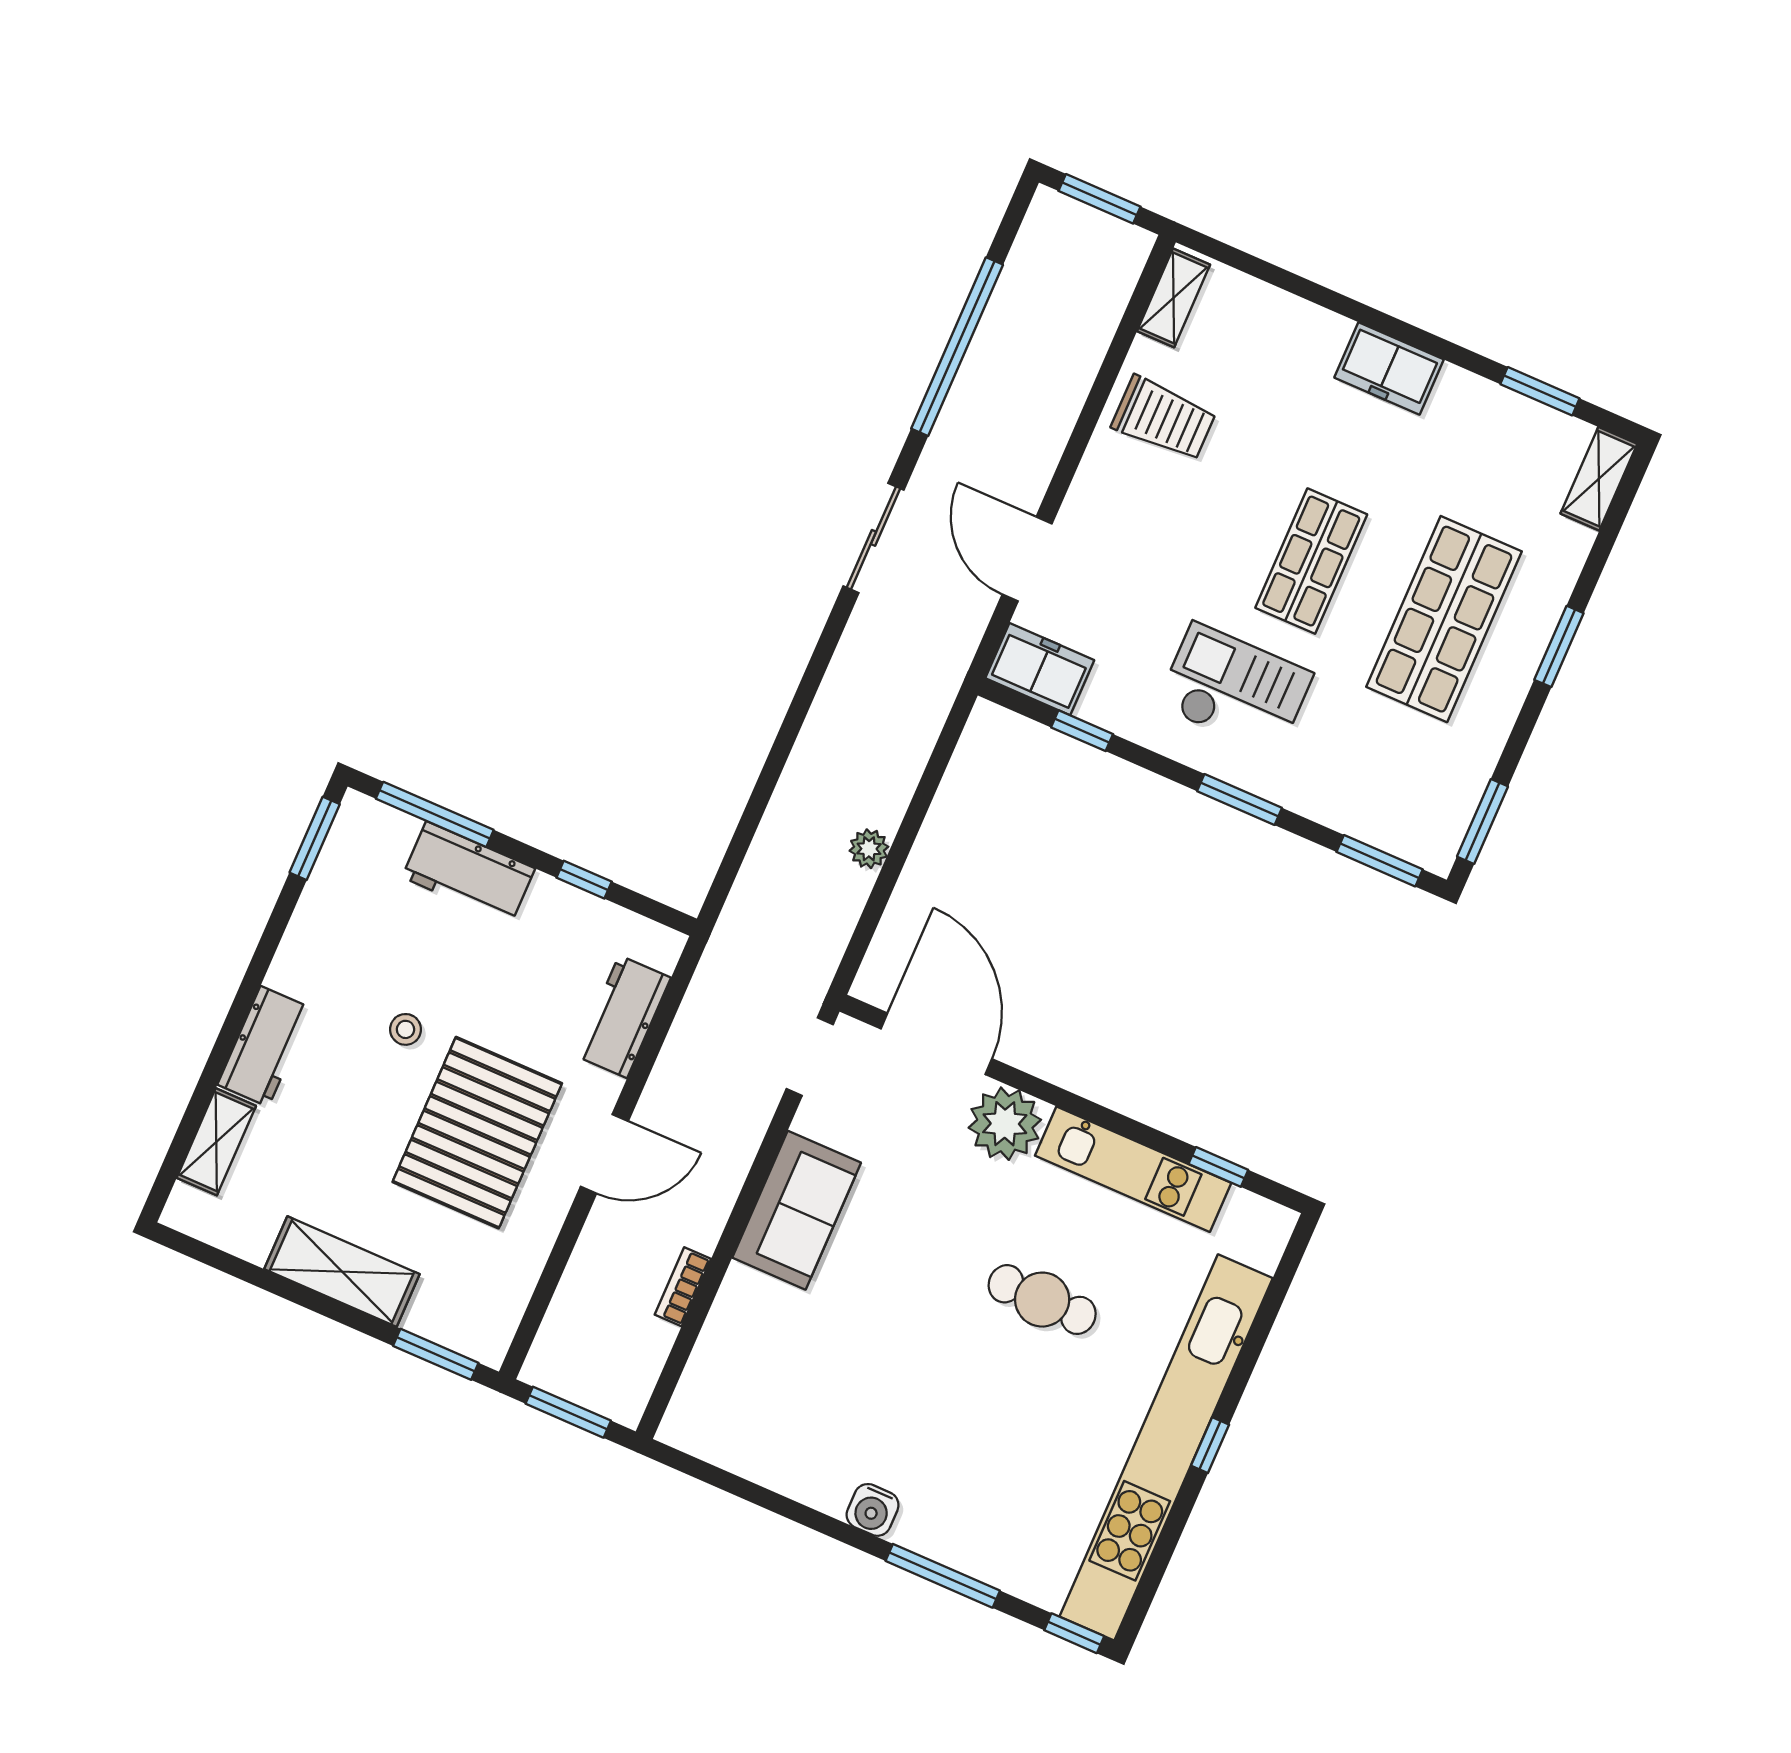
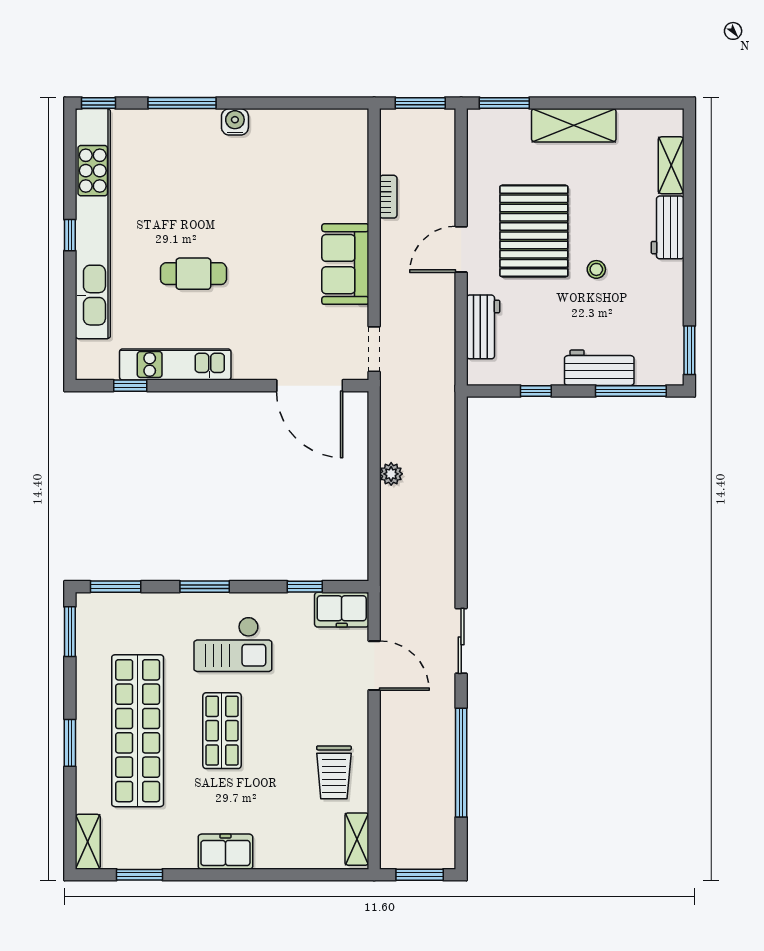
trolley: (1164, 419) -> (334, 772), turned -90
shop shelf: (1444, 619) -> (138, 731), width x1.40
plant: (1005, 1124) -> (254, 359), removed

